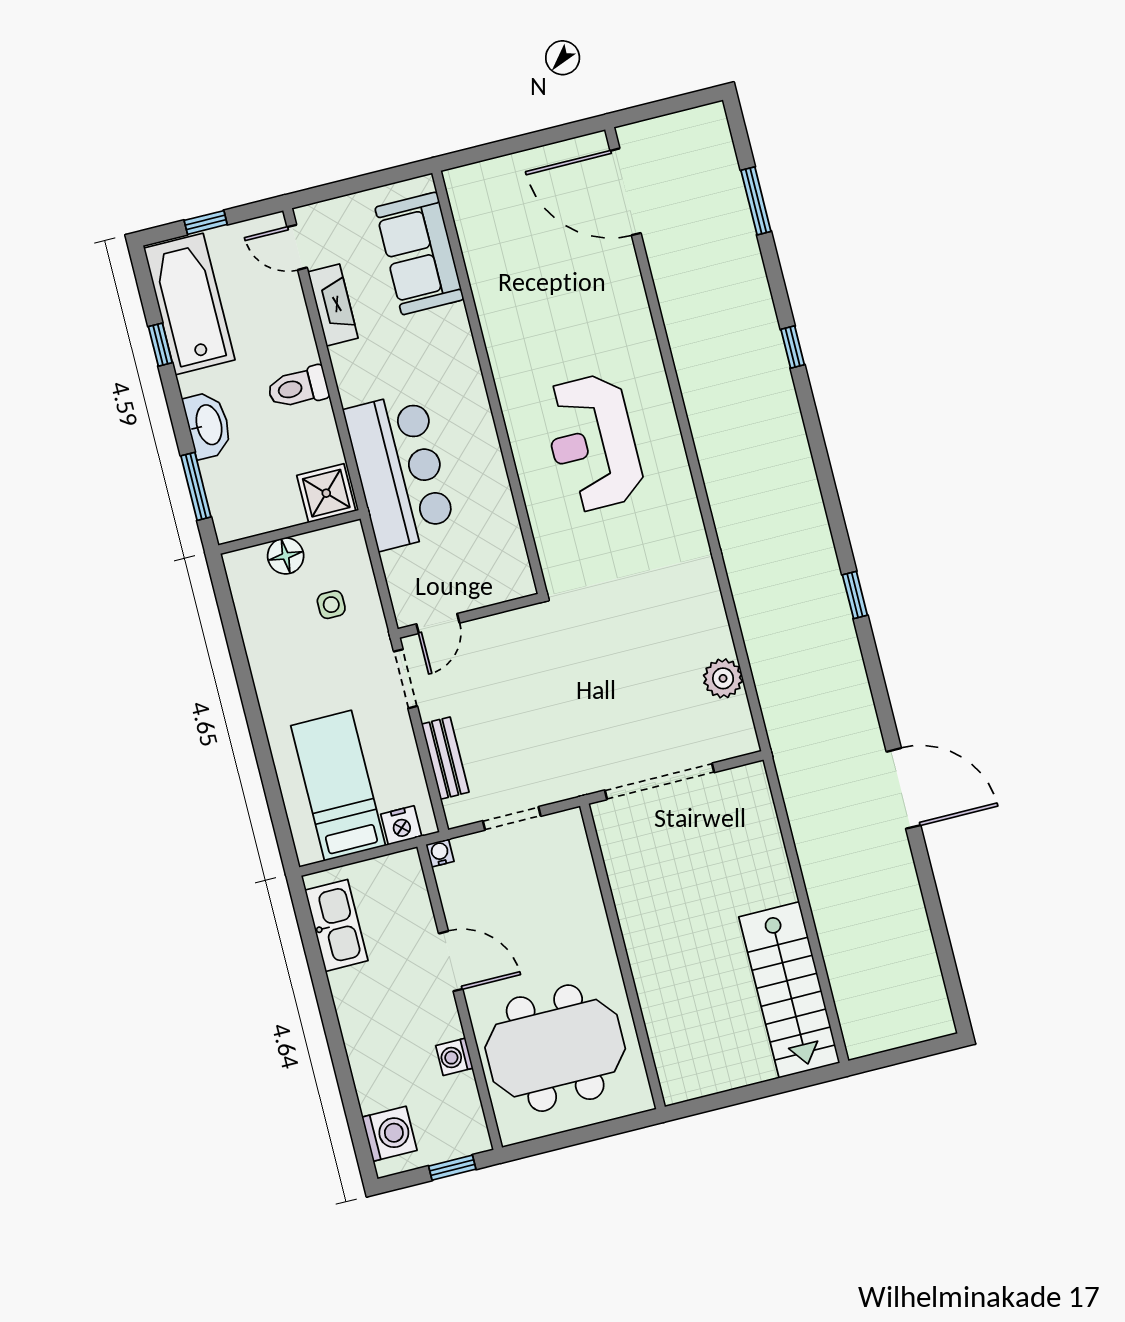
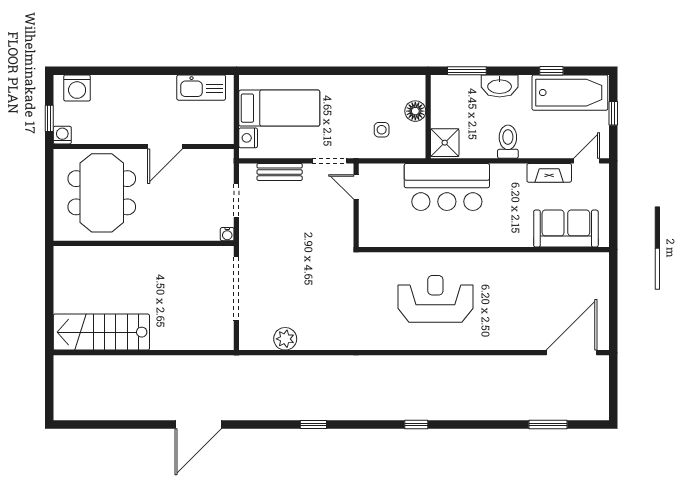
window: (793, 347) -> (416, 424), moved
water cooler: (440, 853) -> (227, 234), moved, turned 90
washing machine: (454, 1057) -> (62, 135), moved

